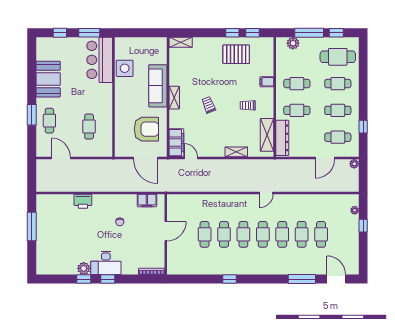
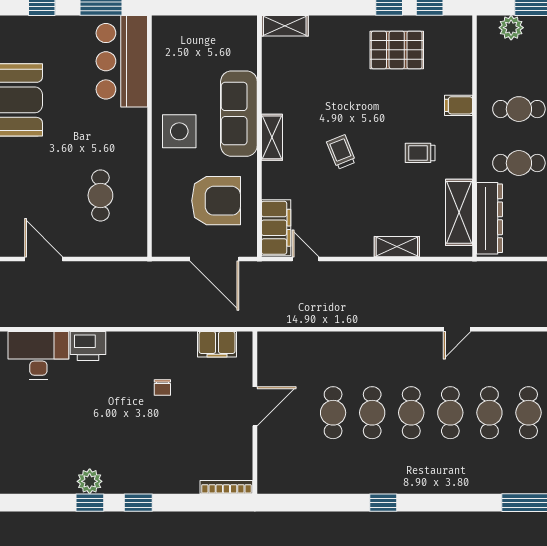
side table: (125, 68) -> (179, 131), moved
cafe table: (49, 121) -> (21, 184), removed
desk: (106, 263) -> (38, 355), moved, turned 180

